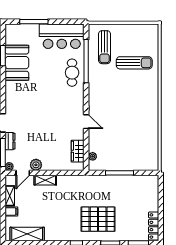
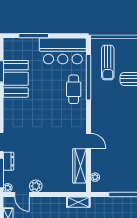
wardrobe: (78, 151) -> (80, 166), width x1.50
door: (23, 173) -> (22, 194), hinge flipped
shelving: (45, 180) -> (78, 202), moved

